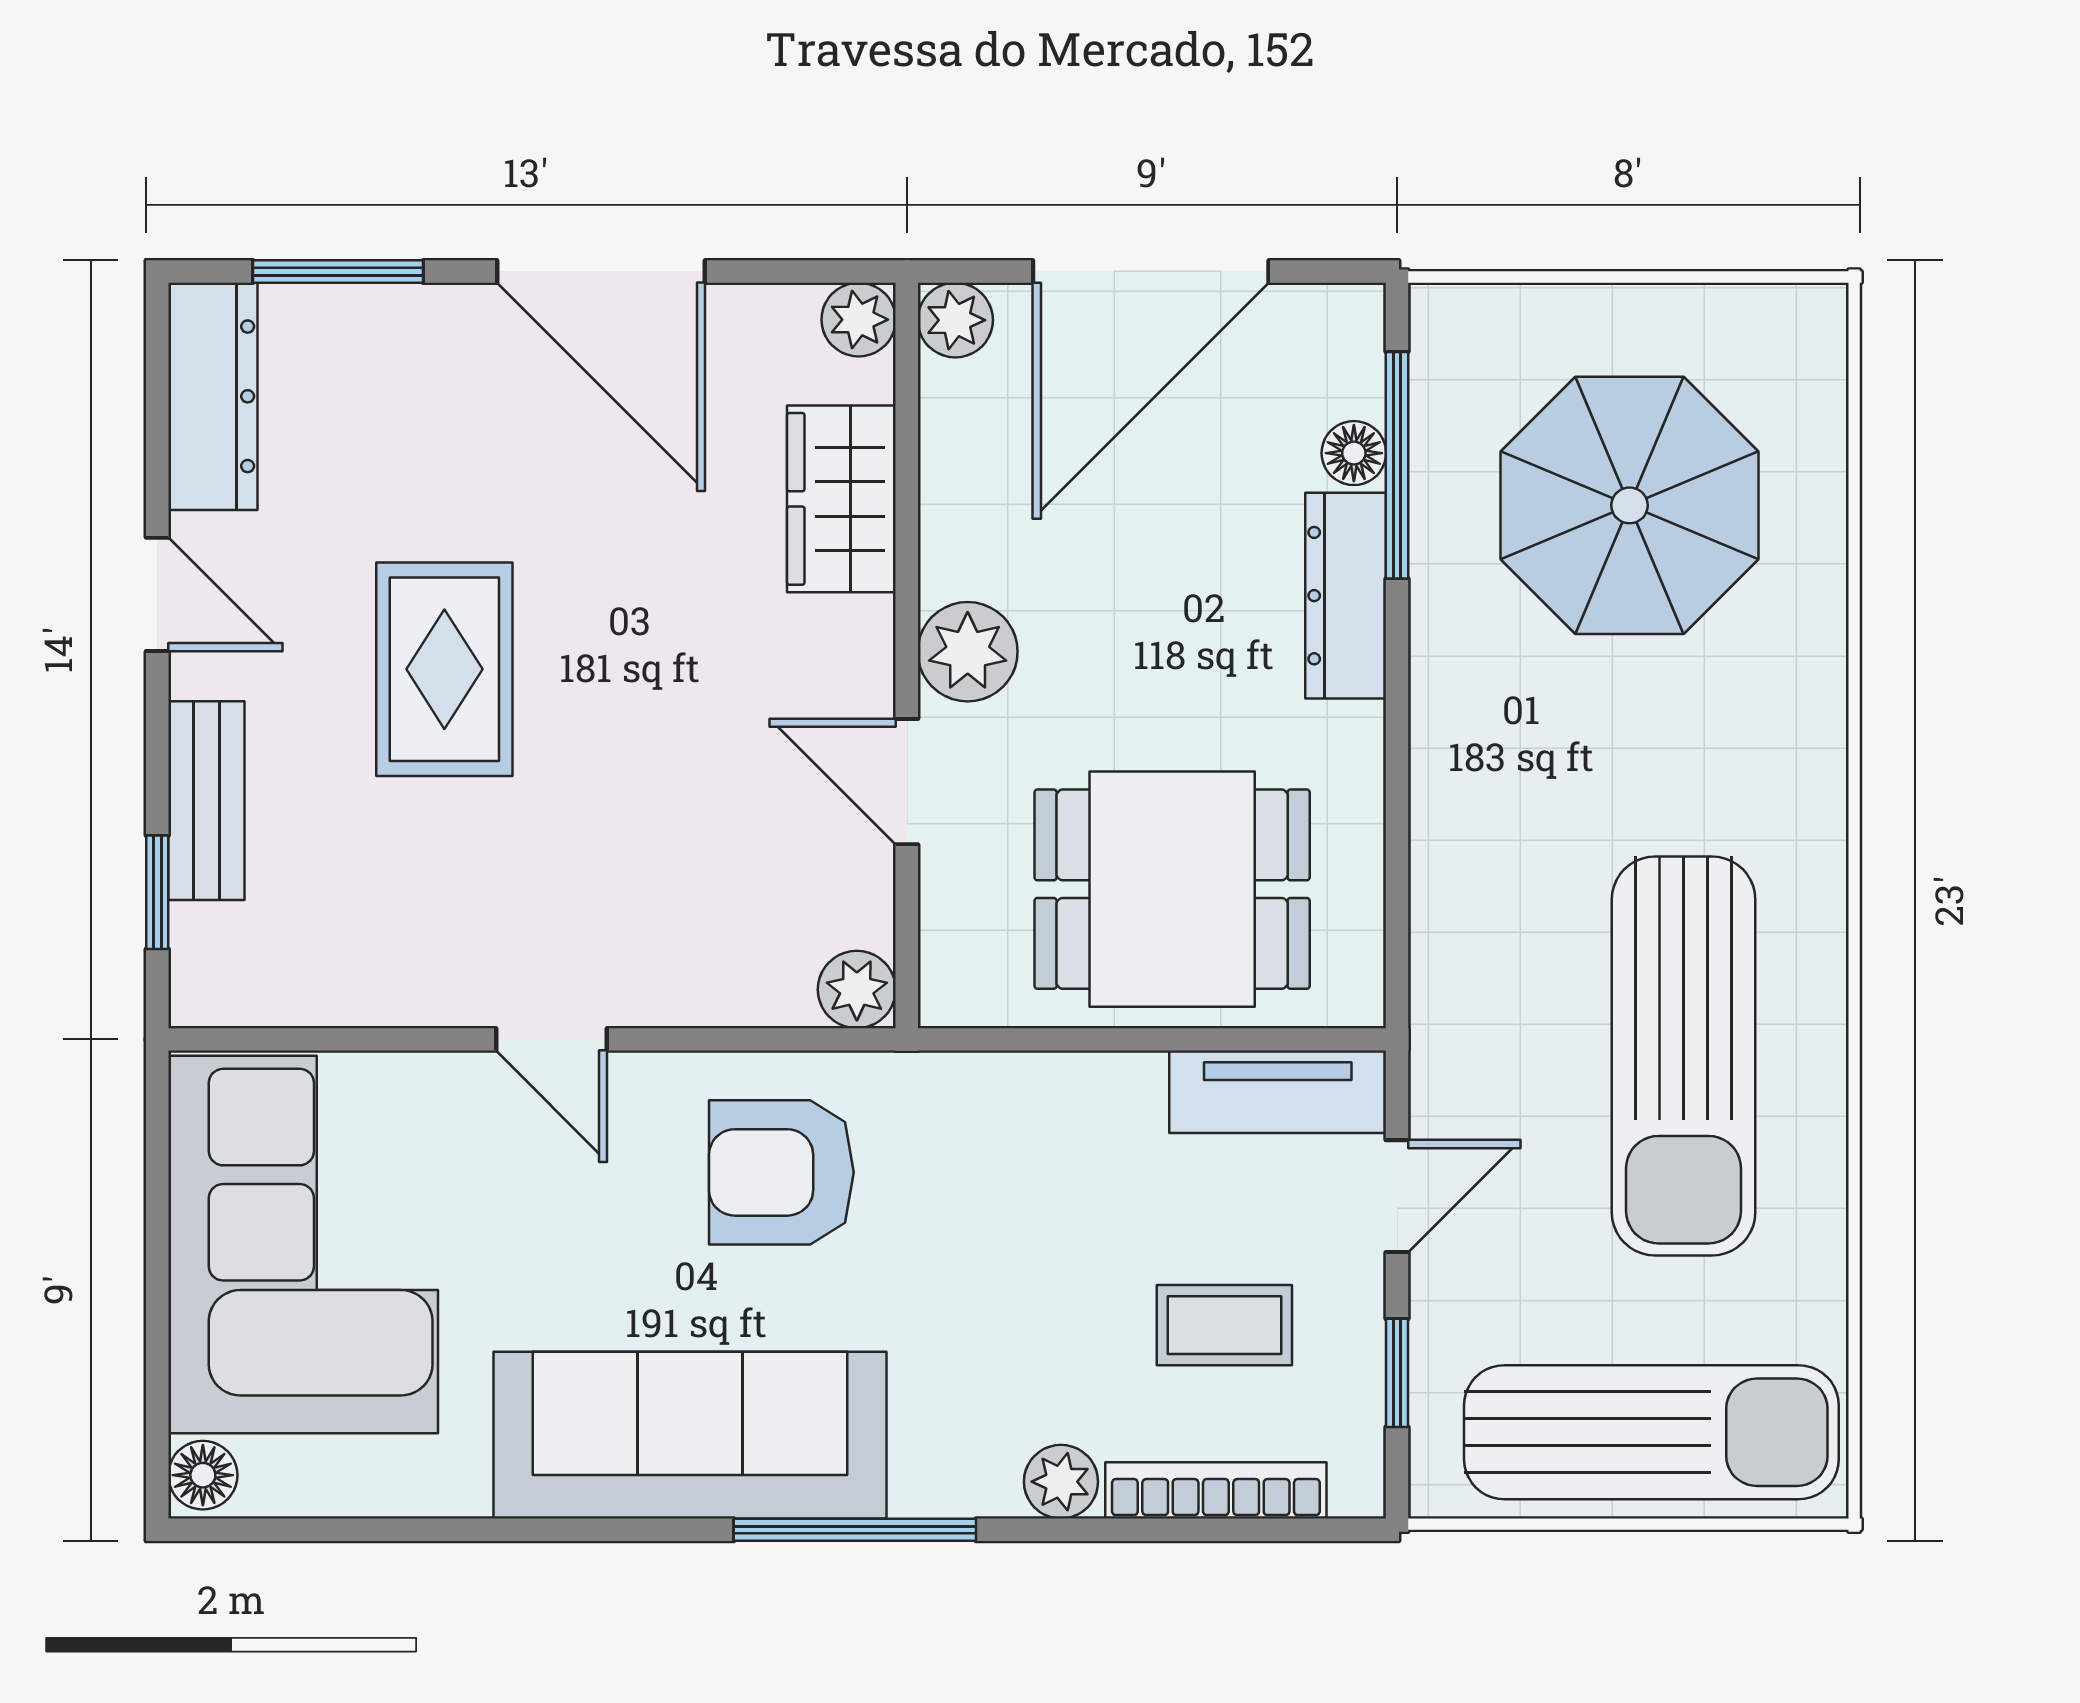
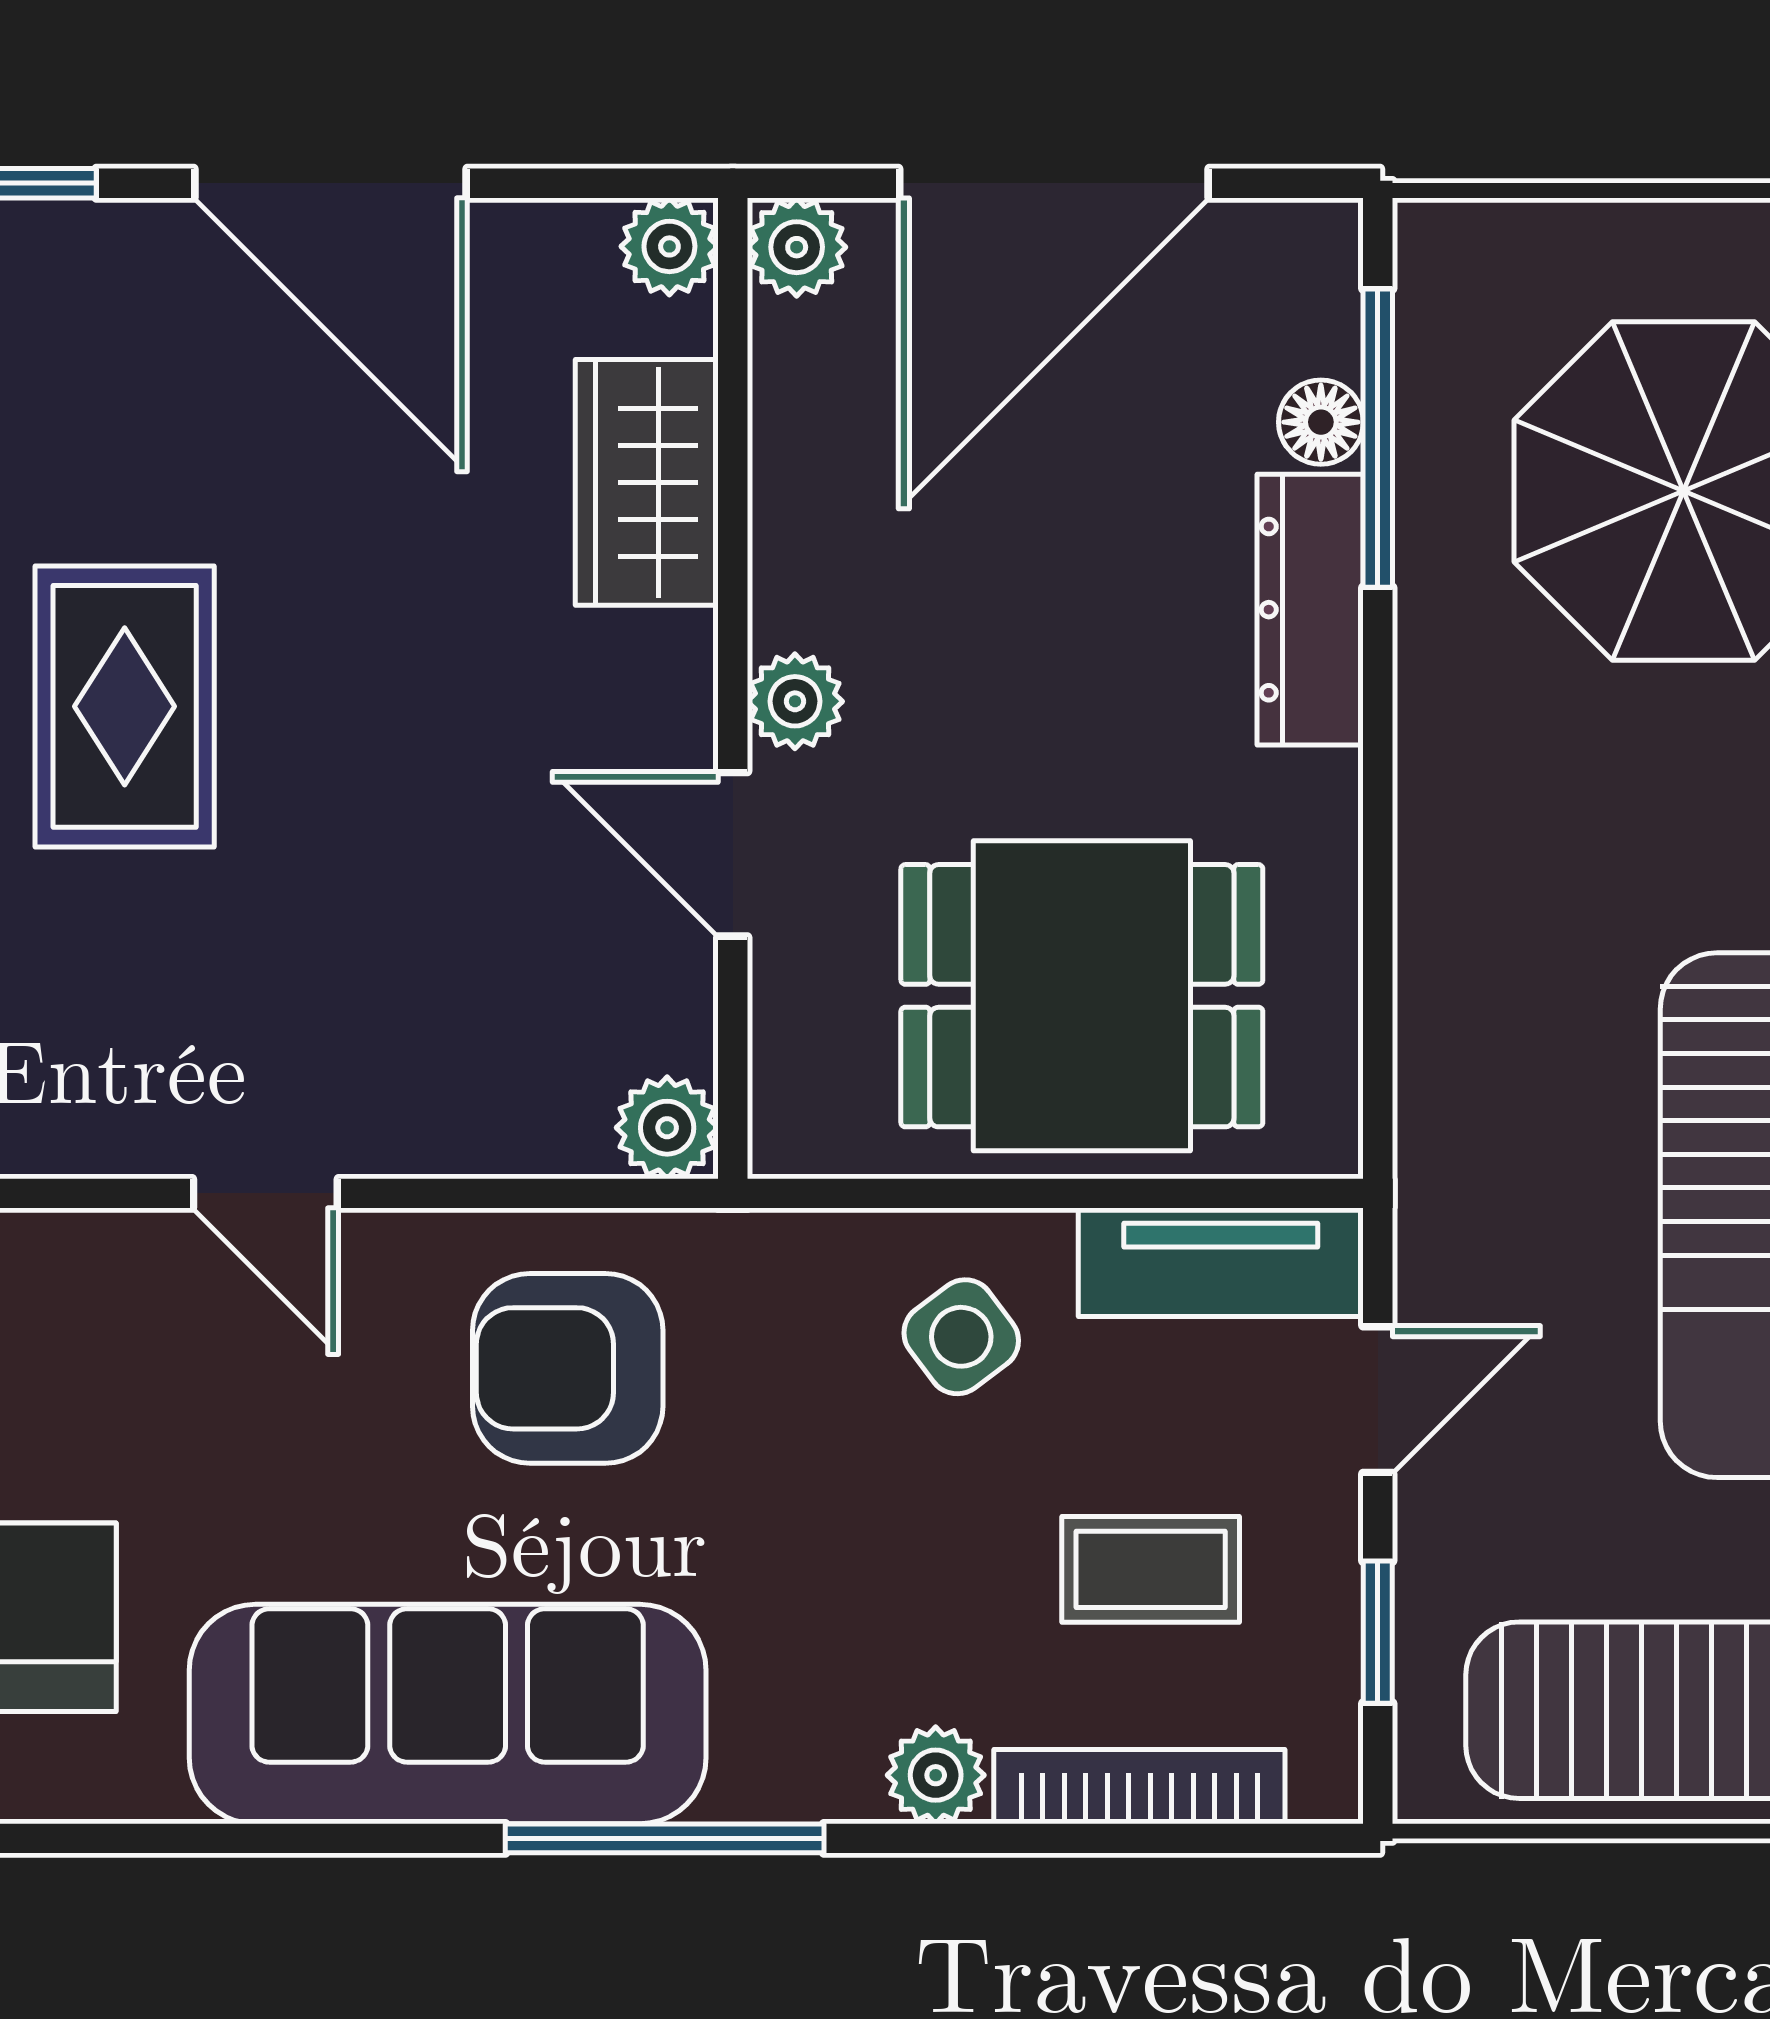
plant: (968, 652) -> (795, 701), width x0.73, depth x0.73
side table: (1080, 1148) -> (961, 1337), added

